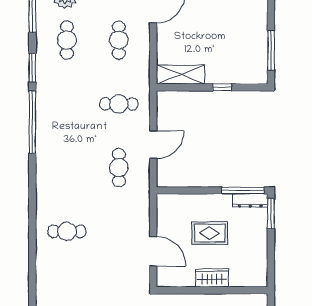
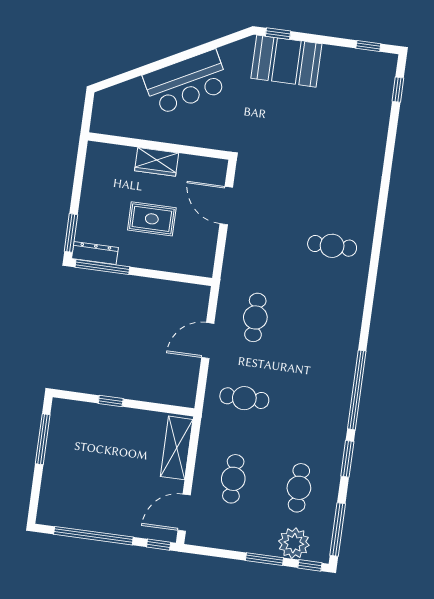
shelving: (180, 75) -> (177, 448), moved, turned 90

